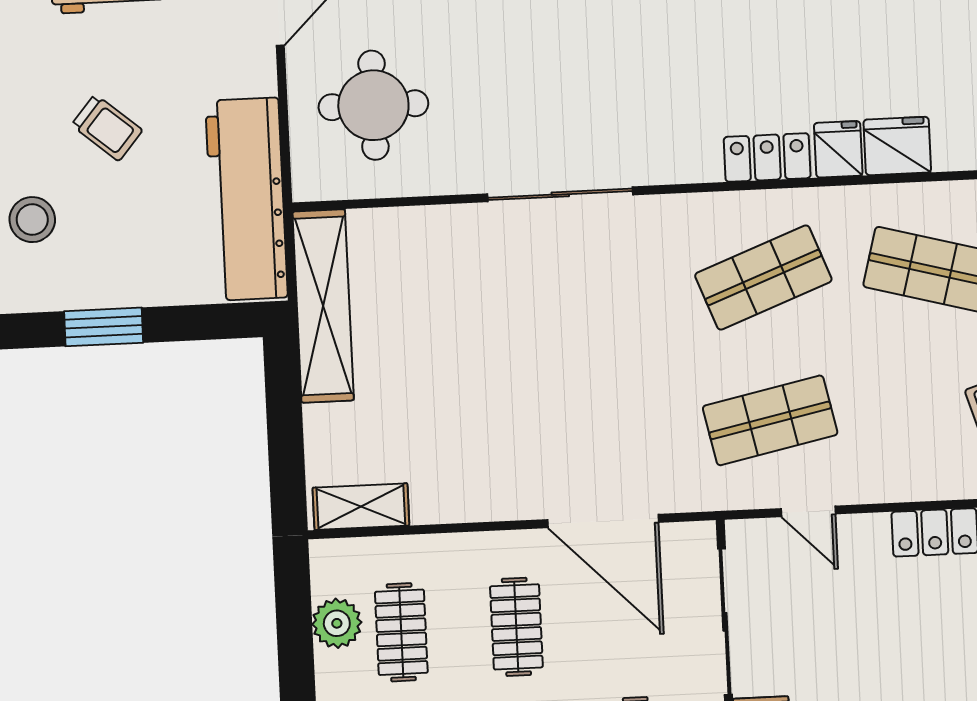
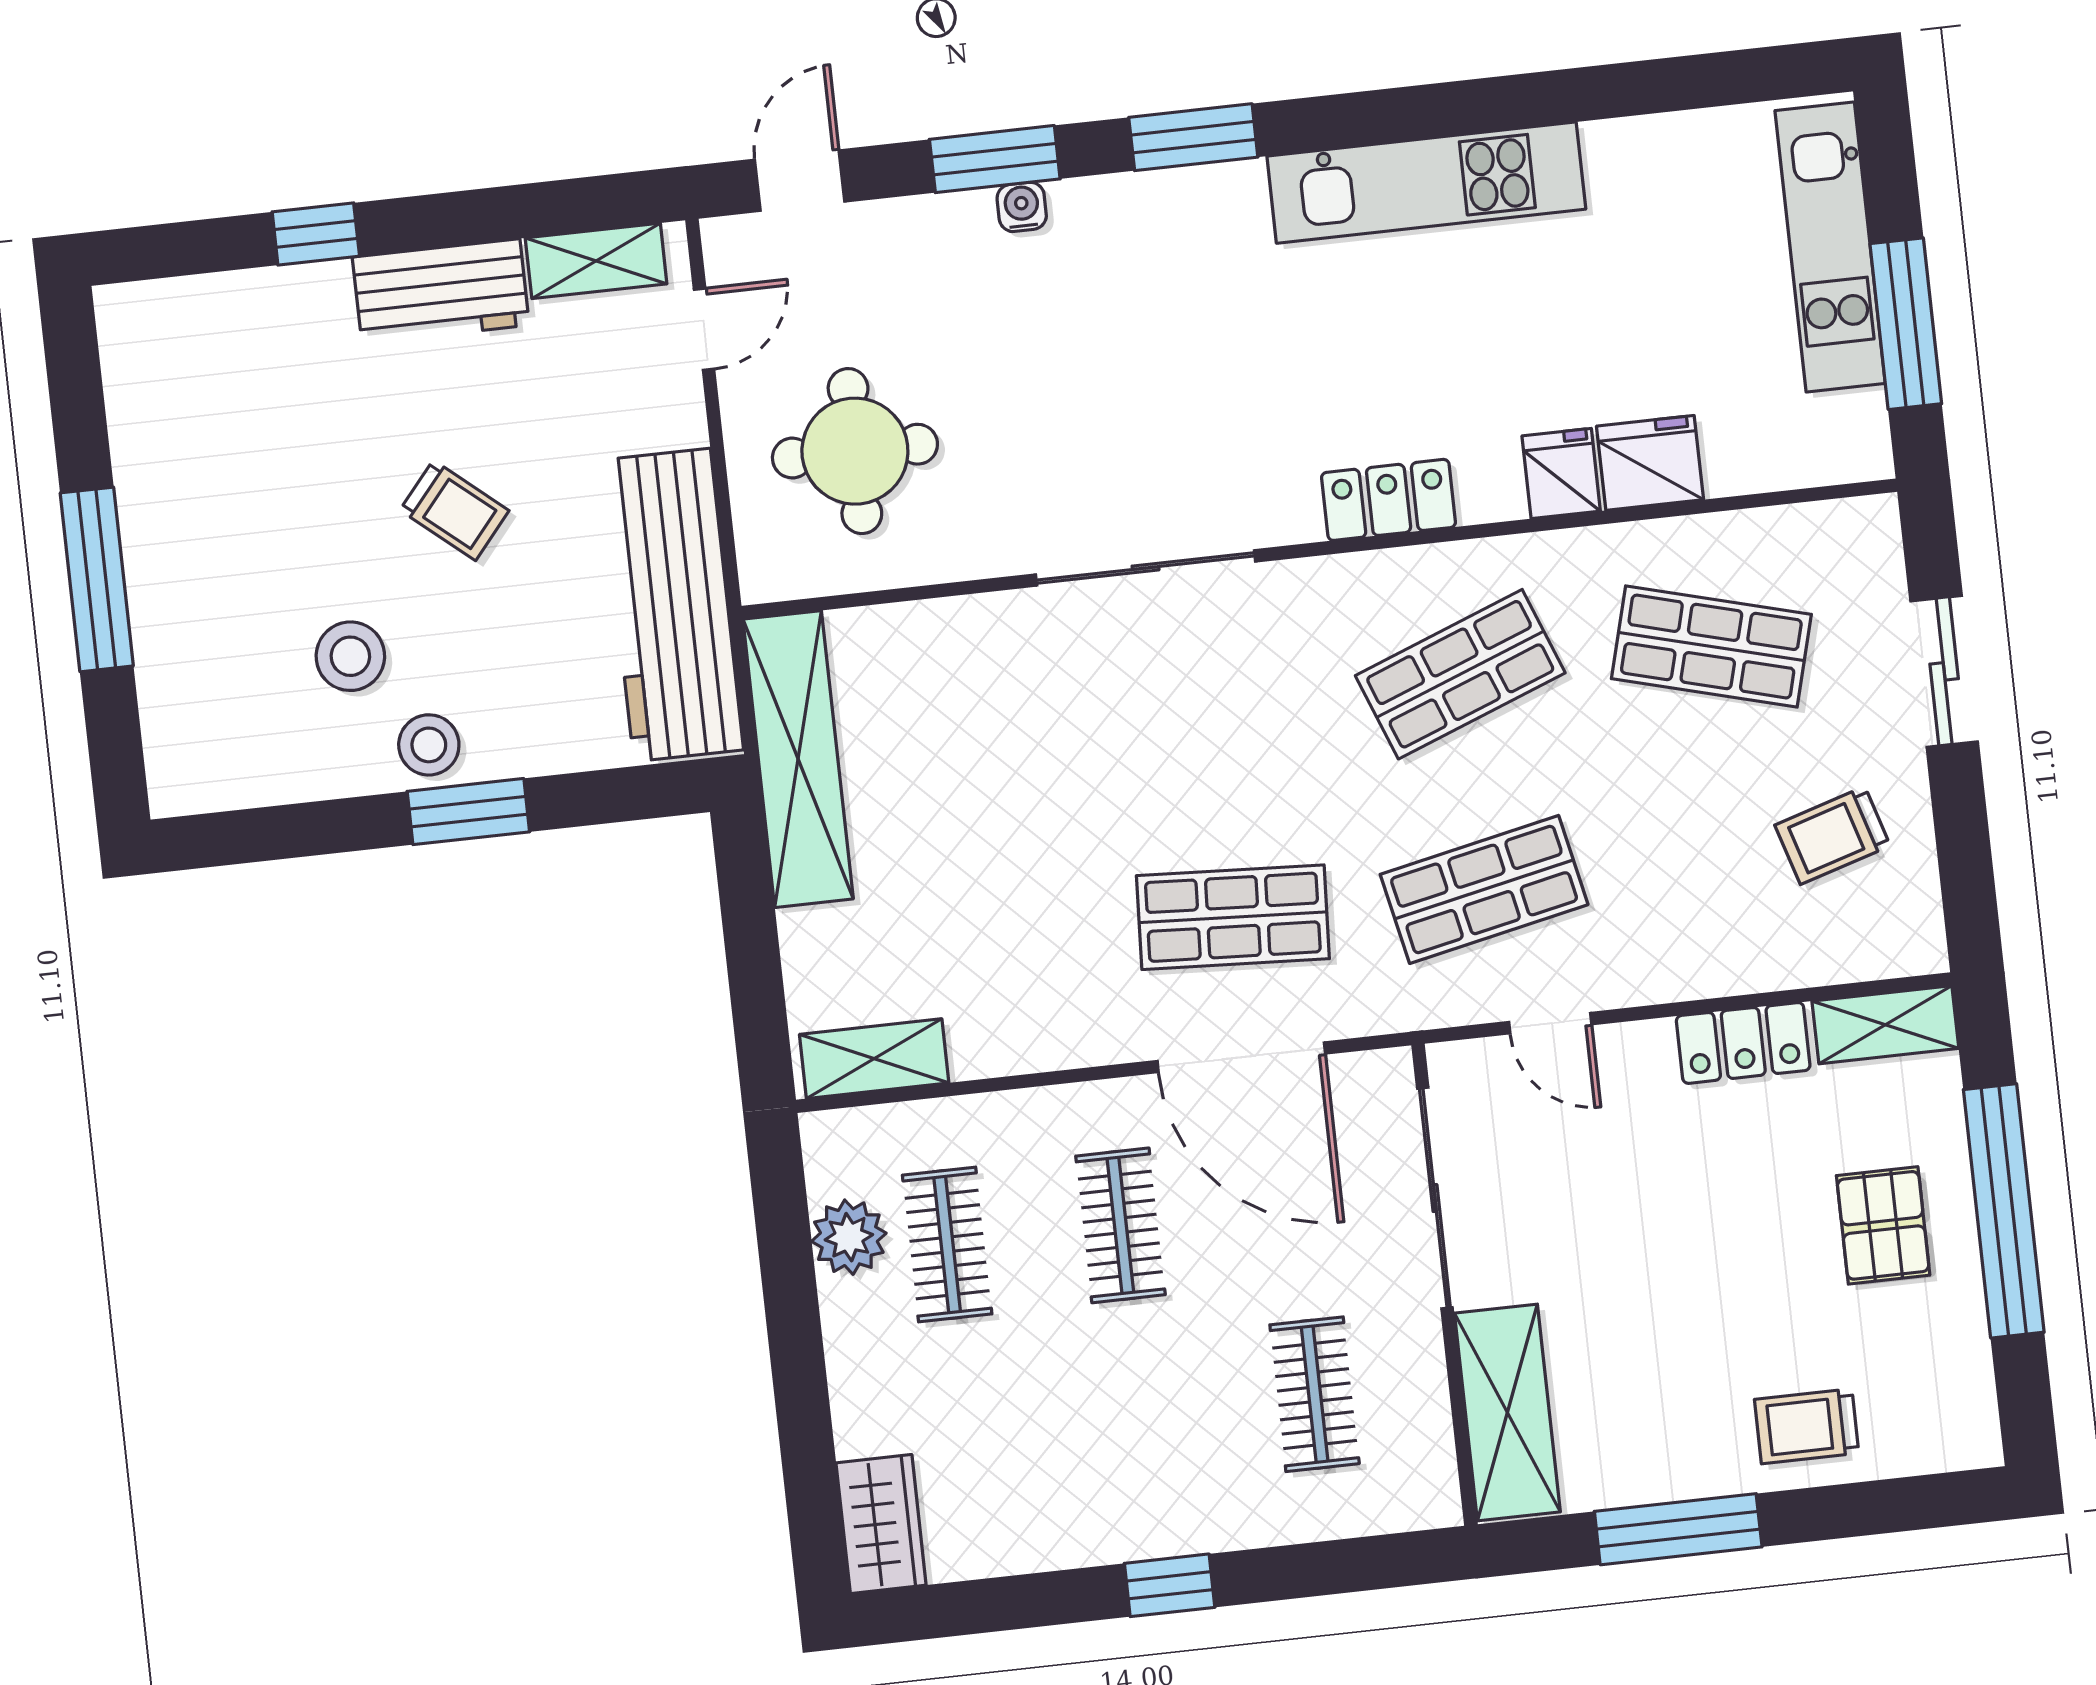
locker: (767, 157) -> (1389, 500), moved
stool: (80, 281) -> (429, 745), added
shop shelf: (603, 428) -> (1233, 917), added

